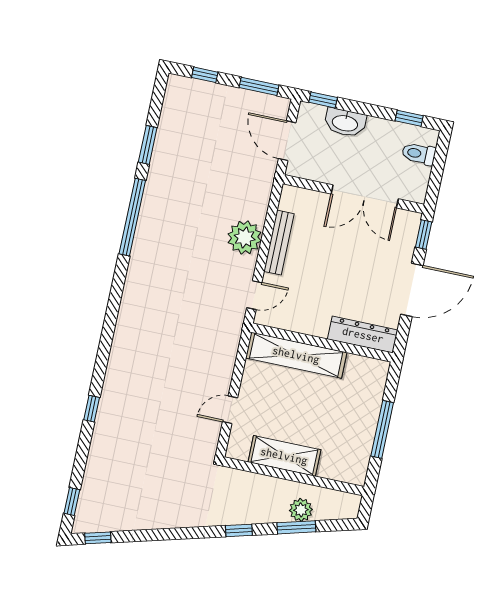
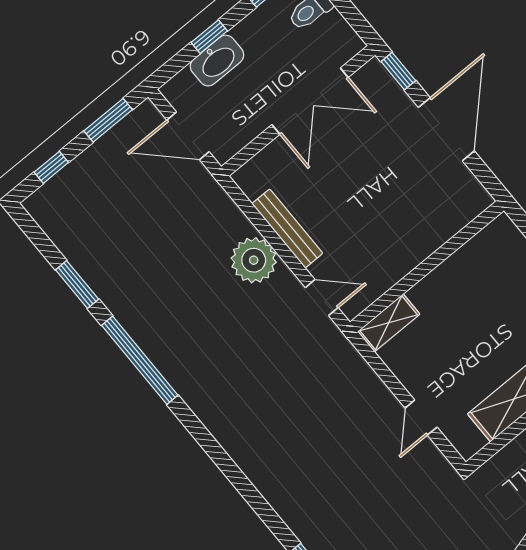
window: (323, 100) -> (209, 37), moved
door: (254, 295) -> (322, 298), hinge flipped
dresser: (363, 335) -> (452, 217), removed
shelving: (296, 355) -> (389, 323), width x0.45, depth x0.75

